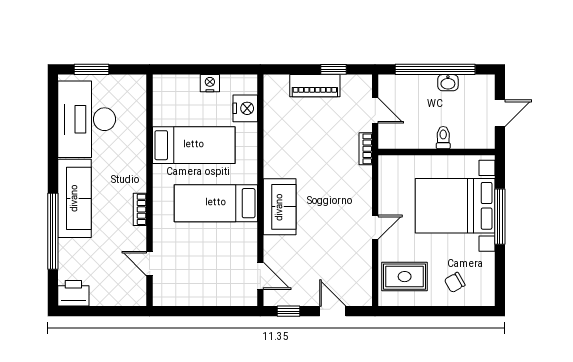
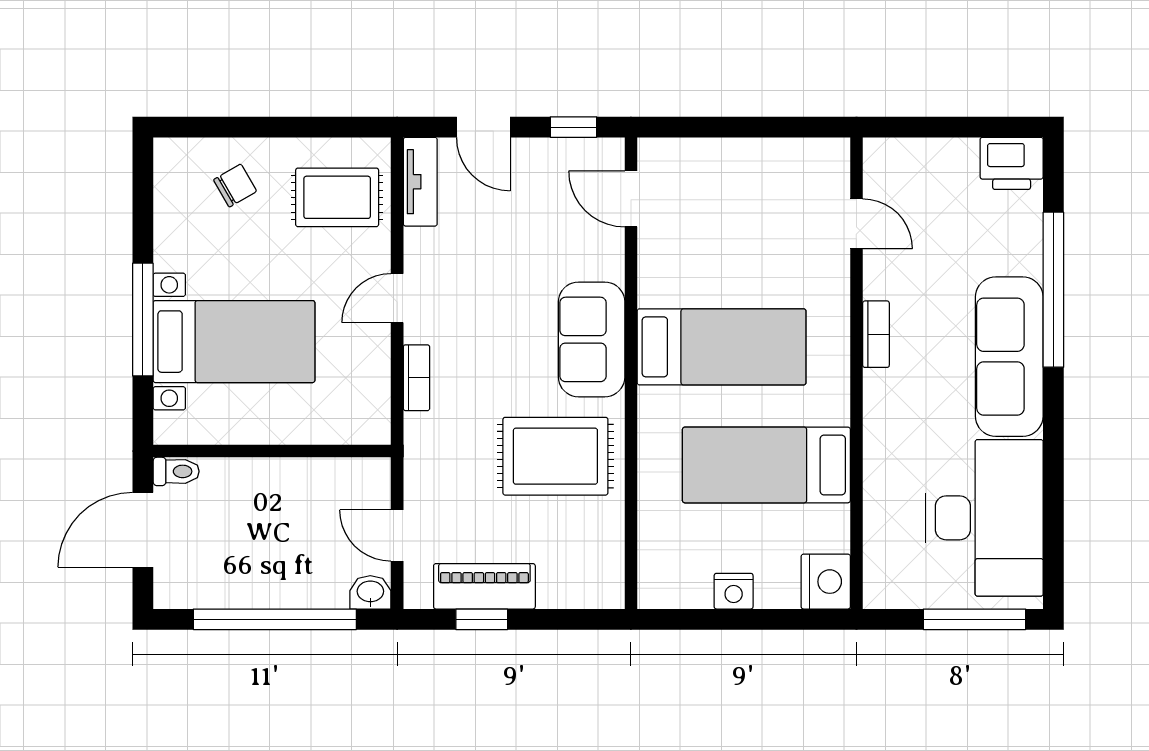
window: (92, 69) -> (975, 619), width x1.44
washbasin: (448, 83) -> (370, 592), moved
piano: (315, 86) -> (484, 586), moved
nightstand: (245, 108) -> (826, 582), moved, turned 180
door: (500, 113) -> (143, 530), width x1.38
toilet: (443, 138) -> (176, 471), moved, turned -90
bookcase: (366, 149) -> (416, 378), moved
rug: (297, 150) -> (555, 456), added
bed with nightstands: (455, 206) -> (234, 342), width x0.73
tv unit: (364, 284) -> (420, 182), added

